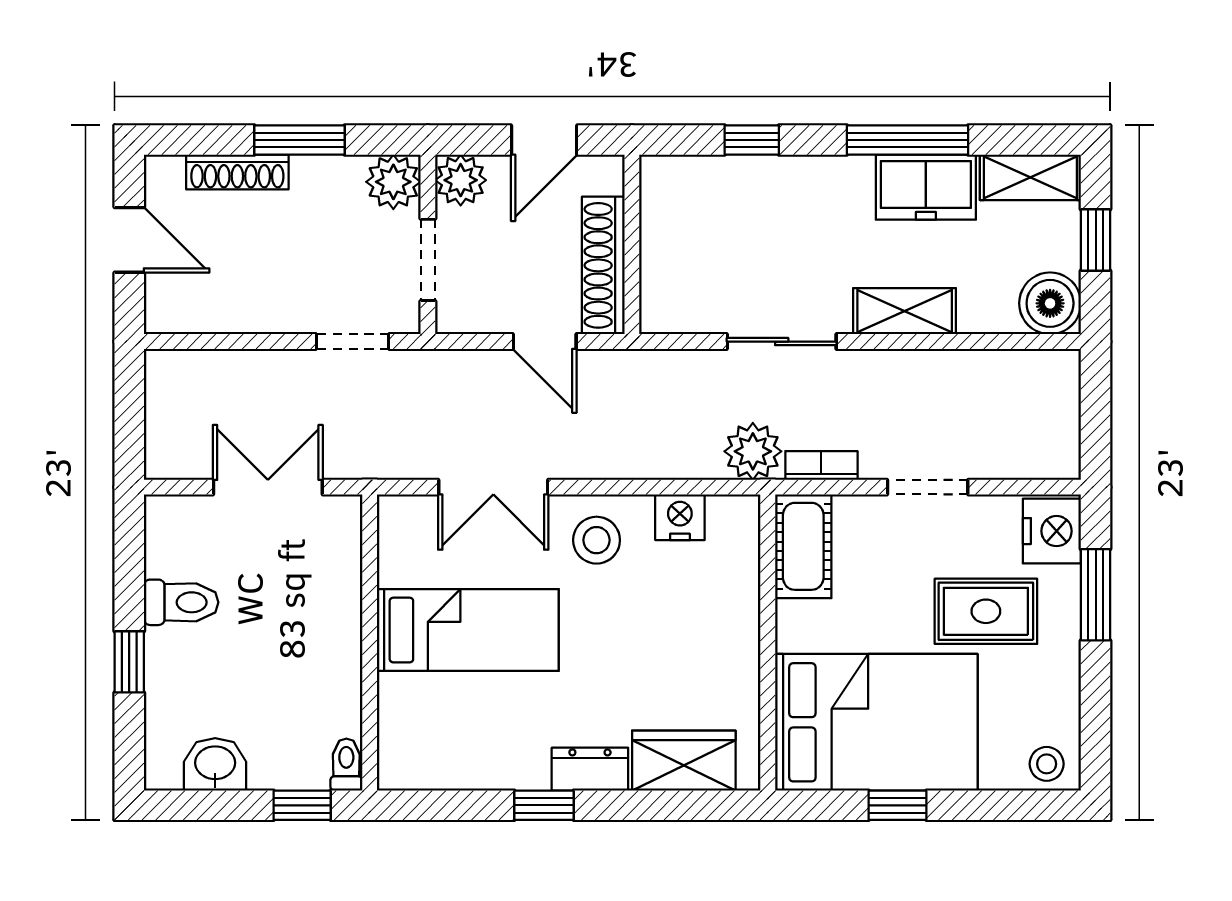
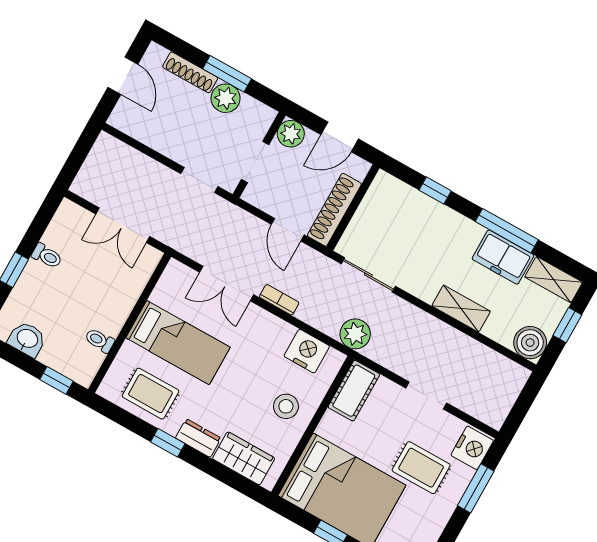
plant: (393, 182) -> (226, 98), moved
sliding door: (782, 342) -> (368, 275), moved
bookcase: (821, 465) -> (279, 300), moved
double door: (268, 487) -> (123, 225), swing flipped
nightstand: (680, 517) -> (307, 351), width x1.36, depth x1.33
stool: (597, 540) -> (286, 406), moved
toilet: (181, 602) -> (47, 256), width x0.73, depth x0.72
rug: (470, 740) -> (150, 394), added
toilet: (346, 765) -> (100, 340), moved, turned -90

